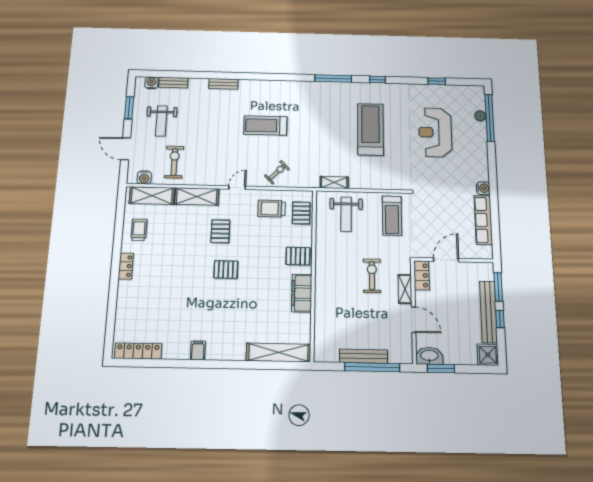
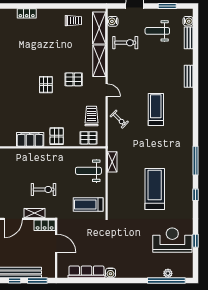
treadmill: (370, 129) -> (155, 189), turned -90
reception desk: (435, 132) -> (172, 240), moved
locker: (126, 266) -> (27, 13), moved

